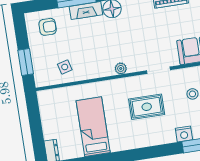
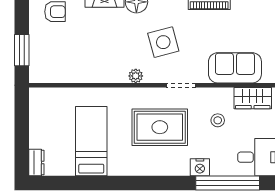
side table: (65, 67) -> (163, 42), moved, width x1.87, depth x1.87
rug: (147, 107) -> (160, 127), width x1.36, depth x1.43

